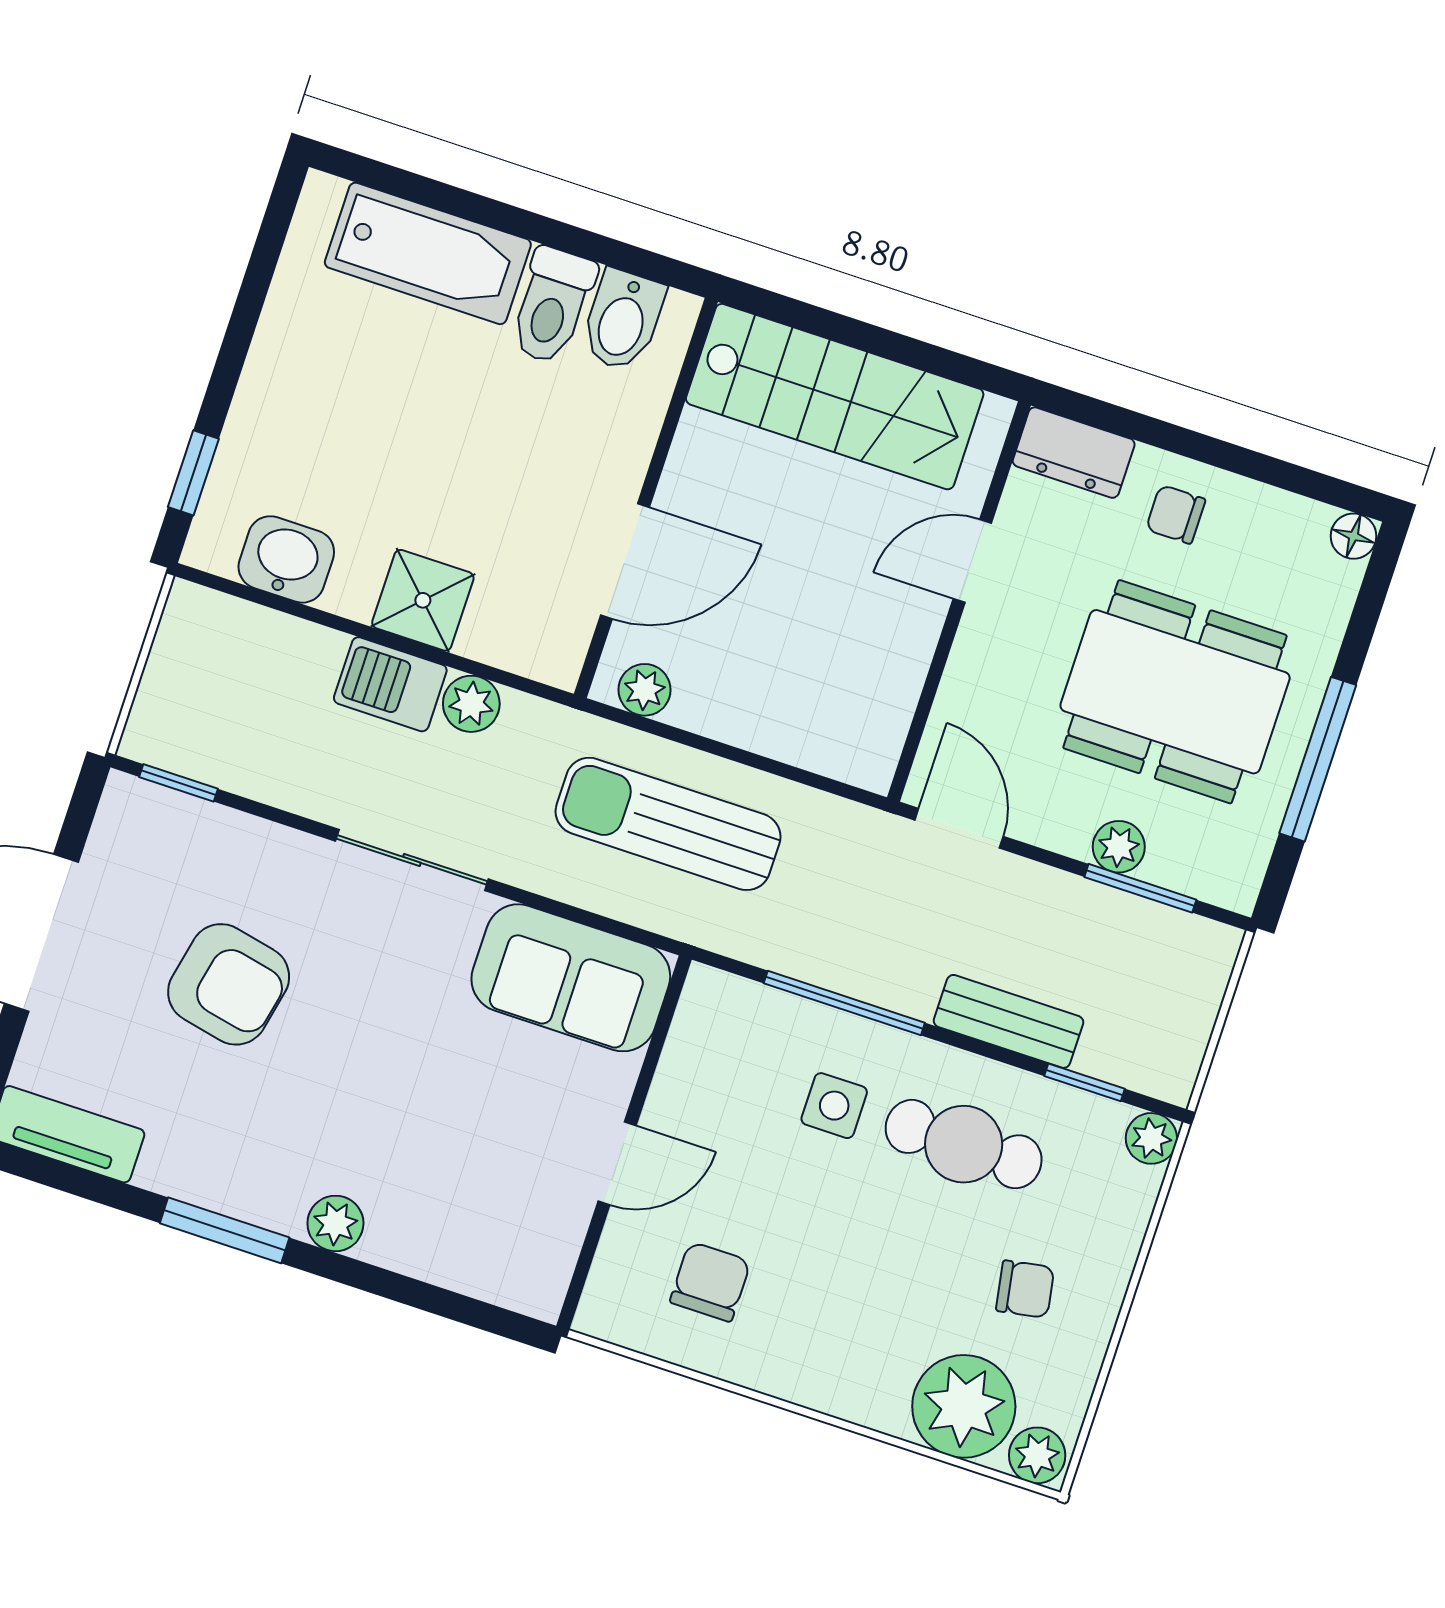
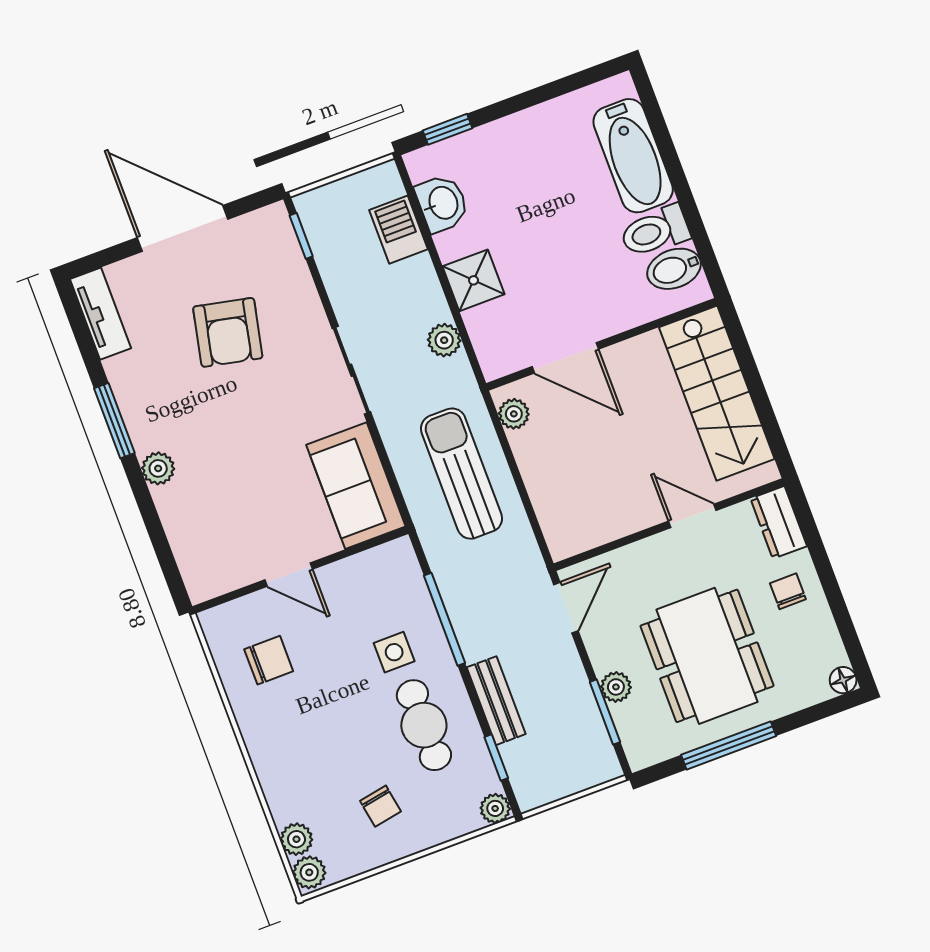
barbecue: (390, 684) -> (399, 230), moved
plant: (964, 1406) -> (296, 839), width x0.53, depth x0.53

